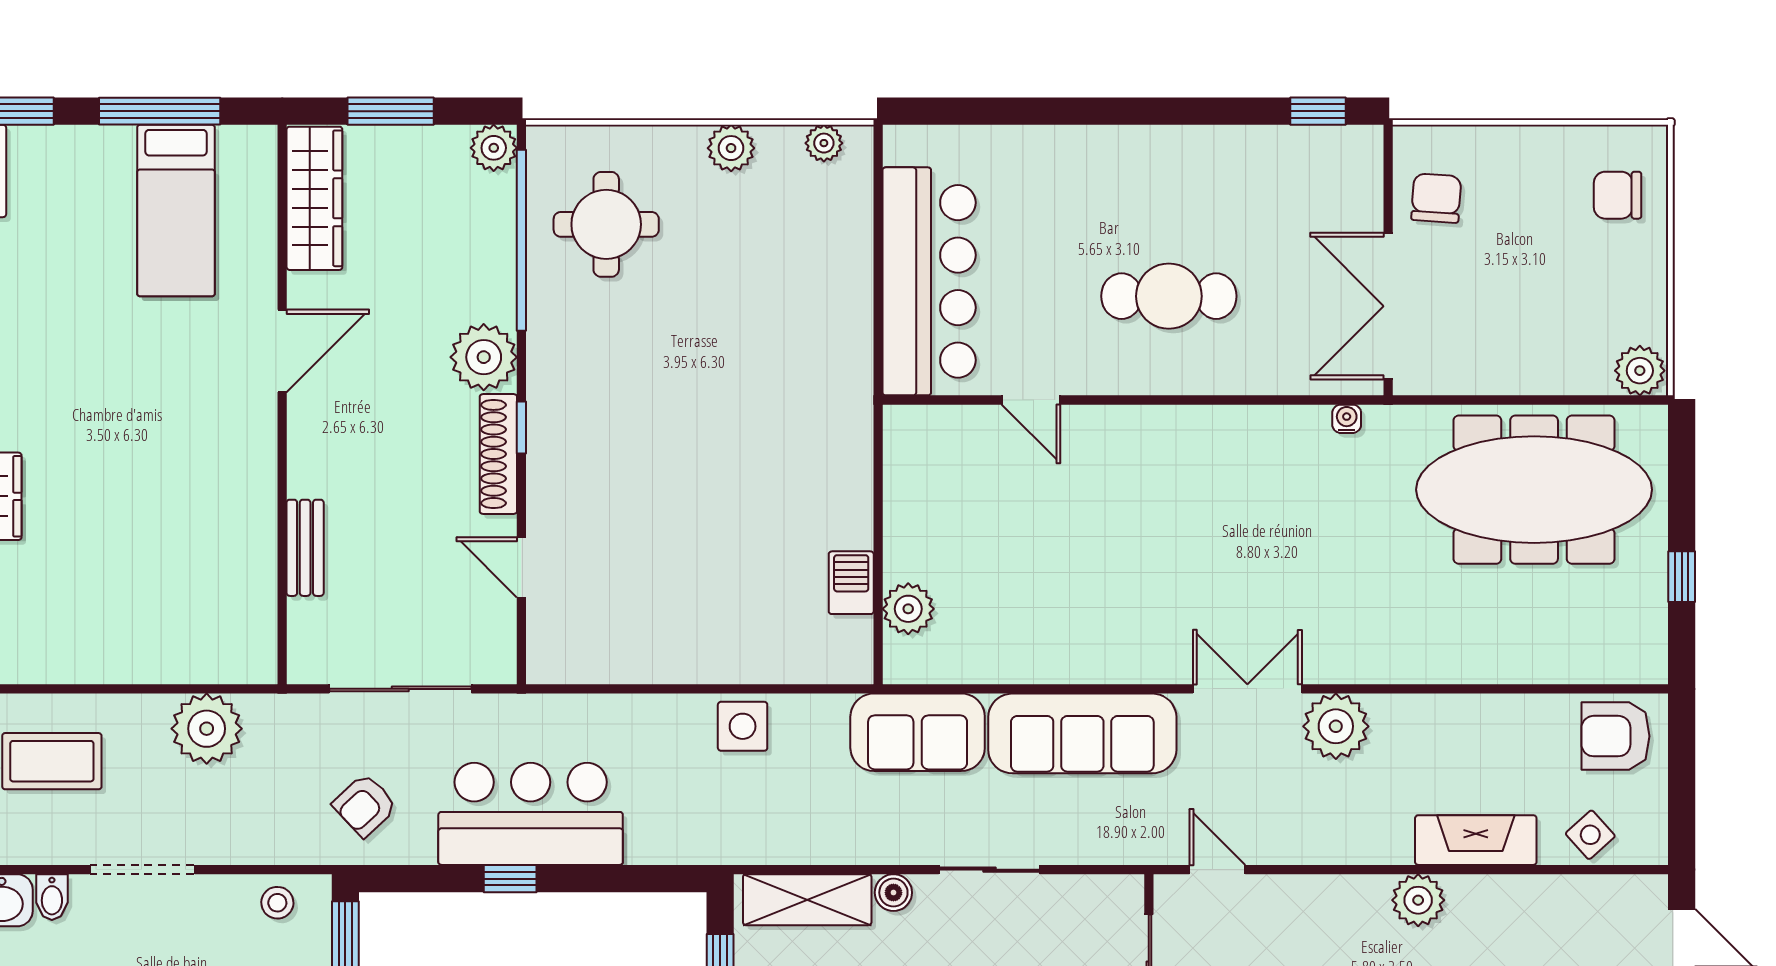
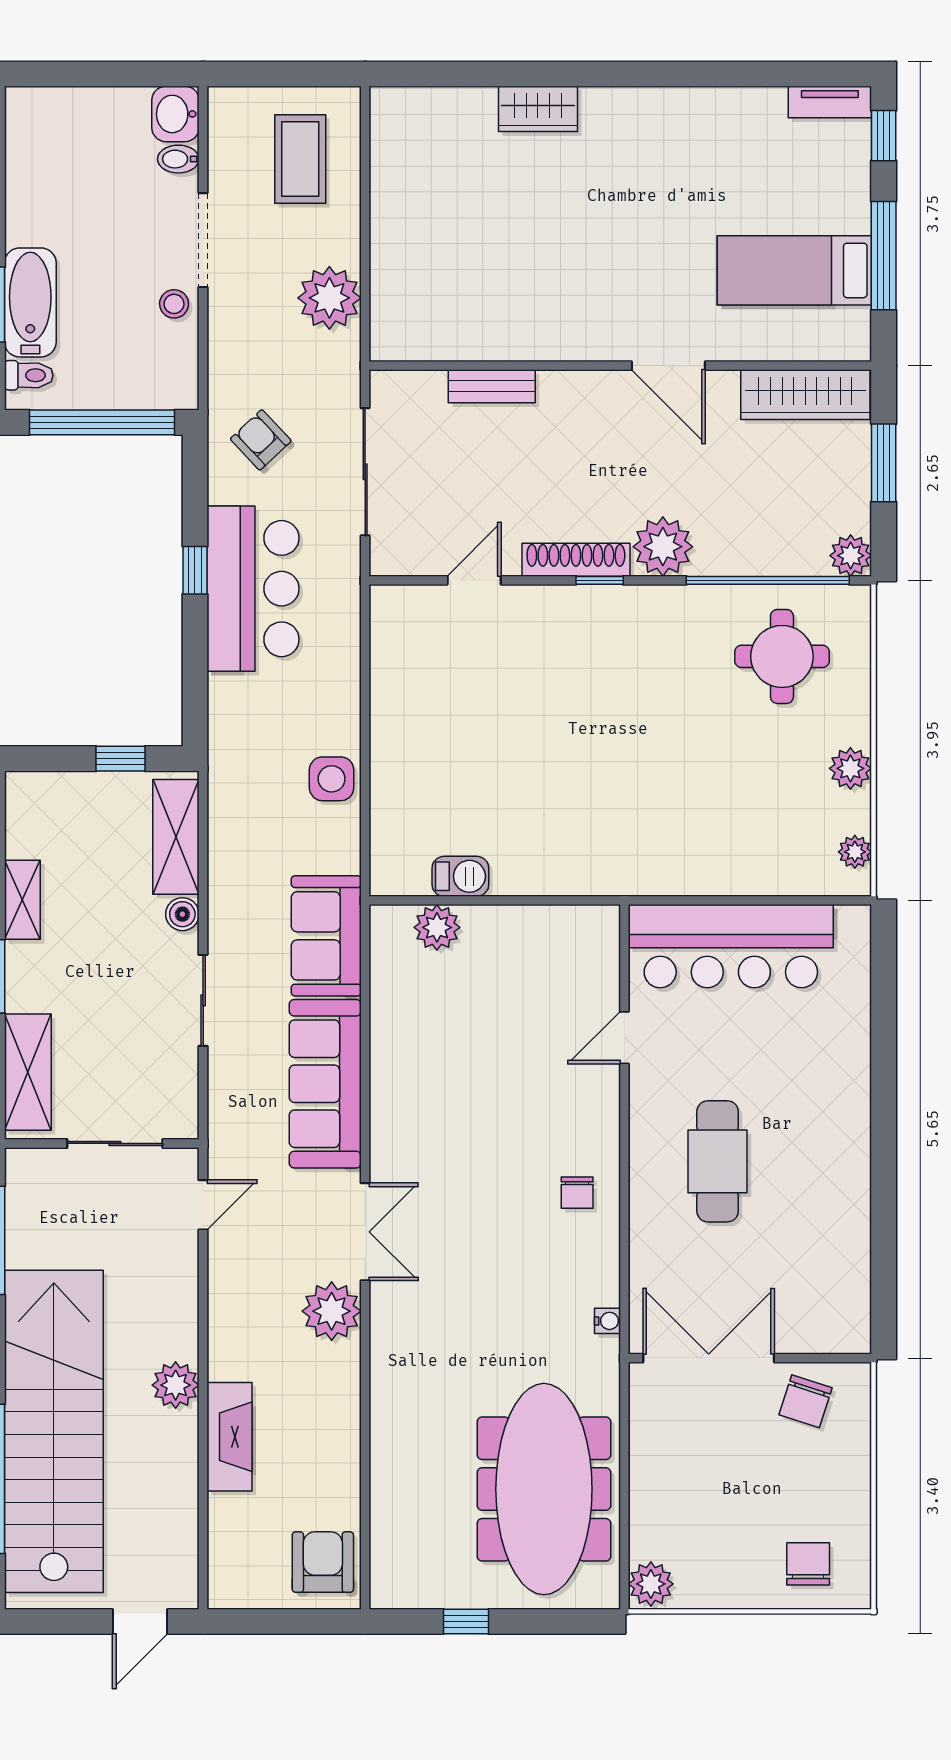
window: (1318, 111) -> (884, 1295), removed
chair: (1436, 198) -> (806, 1401), turned 104
chair: (1204, 453) -> (577, 1193), added
side table: (1590, 835) -> (234, 1540), removed
stool: (277, 903) -> (174, 304), moved

